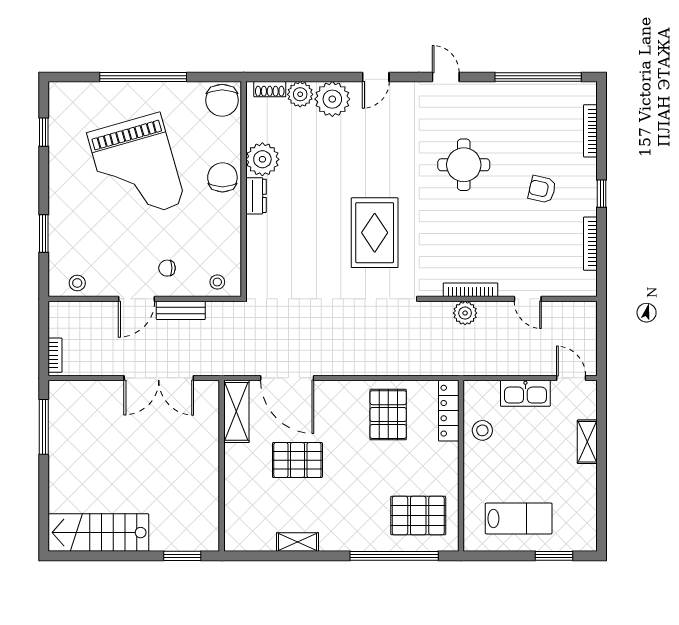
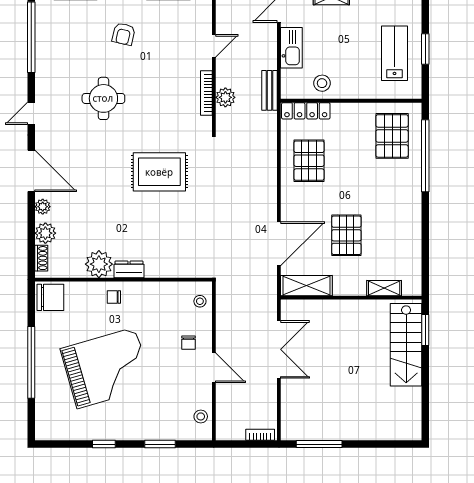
door: (376, 77) -> (31, 171), width x1.87
plant: (332, 99) -> (43, 207), width x0.53, depth x0.53
window: (44, 132) -> (104, 444), moved
chair: (222, 177) -> (114, 297), width x0.54, depth x0.54
bench: (181, 310) -> (269, 90), moved
pallet: (388, 415) -> (309, 161), turned 90
stairs: (98, 533) -> (406, 345), moved
shelving: (298, 542) -> (384, 288), moved, turned 90
window: (554, 556) -> (425, 49), moved

